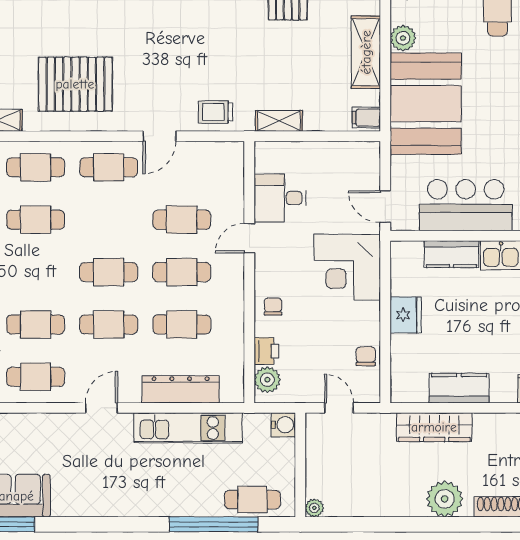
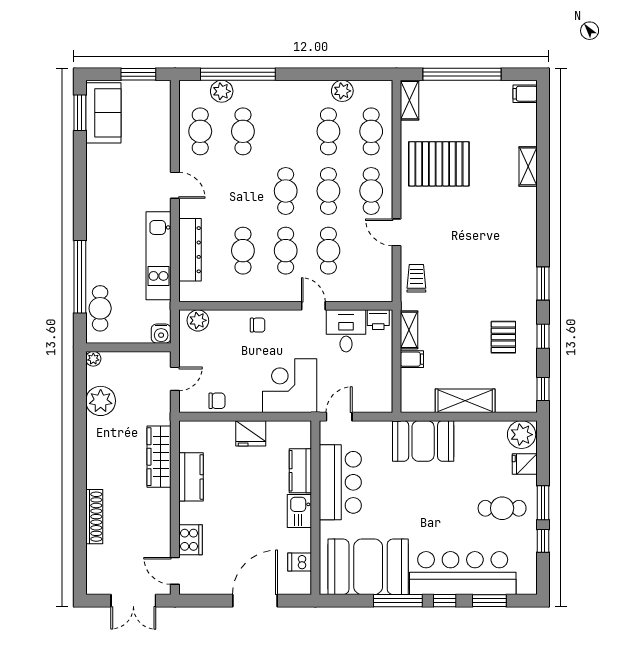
plant: (403, 38) -> (477, 431), removed
pallet: (75, 84) -> (439, 164), turned 90
booth: (426, 104) -> (423, 441), width x0.73, depth x0.70
filing cabinet: (366, 118) -> (412, 359), moved, turned 90
cafe table: (109, 324) -> (328, 191), moved
printer: (266, 351) -> (378, 320), moved
plant: (445, 499) -> (101, 401), moved

